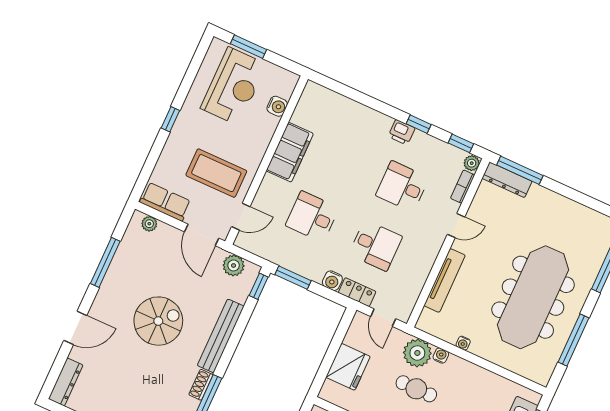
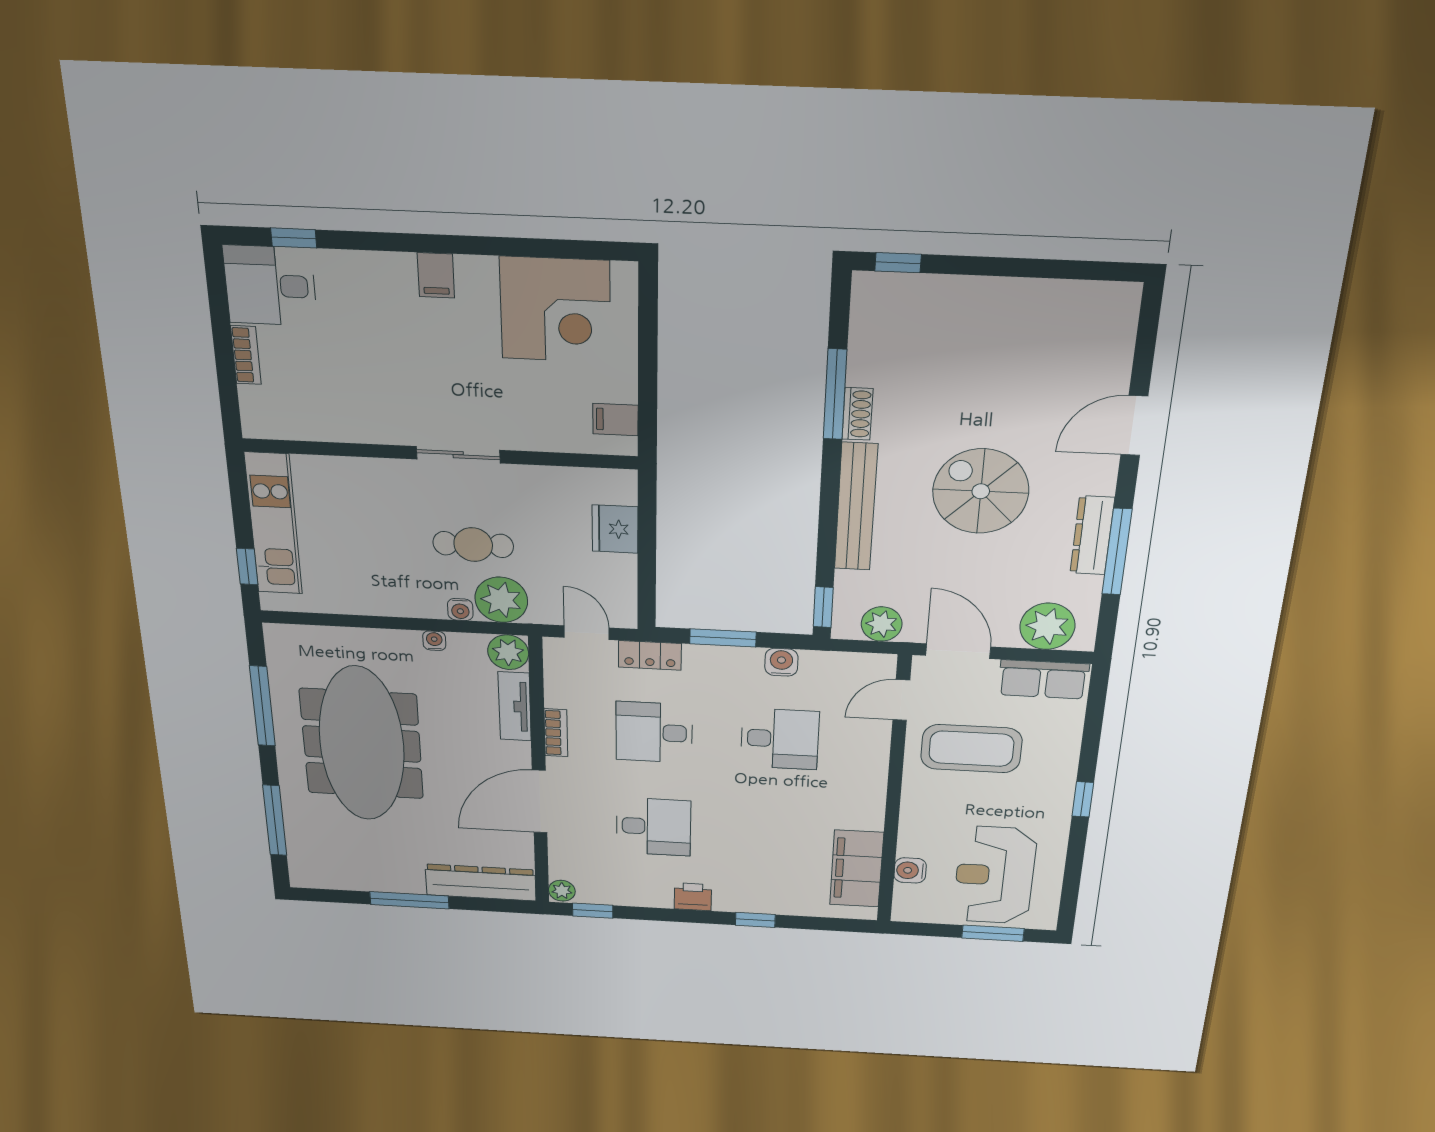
window: (419, 124) -> (755, 920), moved
filing cabinet: (290, 152) -> (857, 869), moved
window: (520, 170) -> (409, 900), moved
dresser: (507, 180) -> (481, 882), width x1.37, depth x1.24
bookcase: (463, 187) -> (556, 733), moved
plant: (149, 224) -> (1047, 626), width x1.88, depth x1.88
door: (456, 226) -> (540, 802), width x1.88
window: (293, 278) -> (723, 638), moved
tv unit: (445, 280) -> (515, 706), width x0.71
water cooler: (332, 281) -> (781, 662), moved
spiral stairs: (158, 321) -> (981, 491), turned 90
plant: (429, 322) -> (508, 652), added
fridge: (348, 367) -> (615, 529), width x0.73, depth x0.75
dresser: (66, 382) -> (1092, 535), moved

